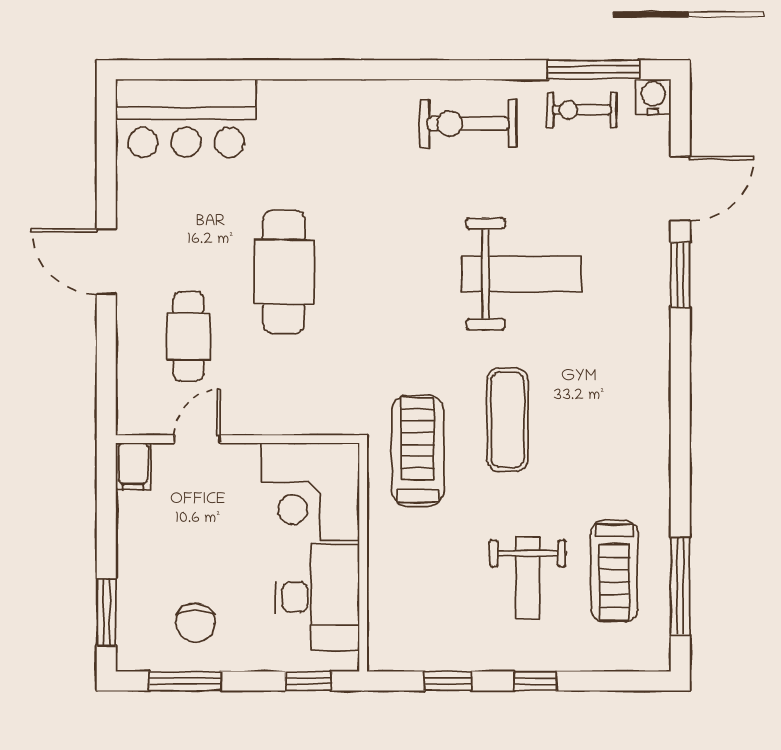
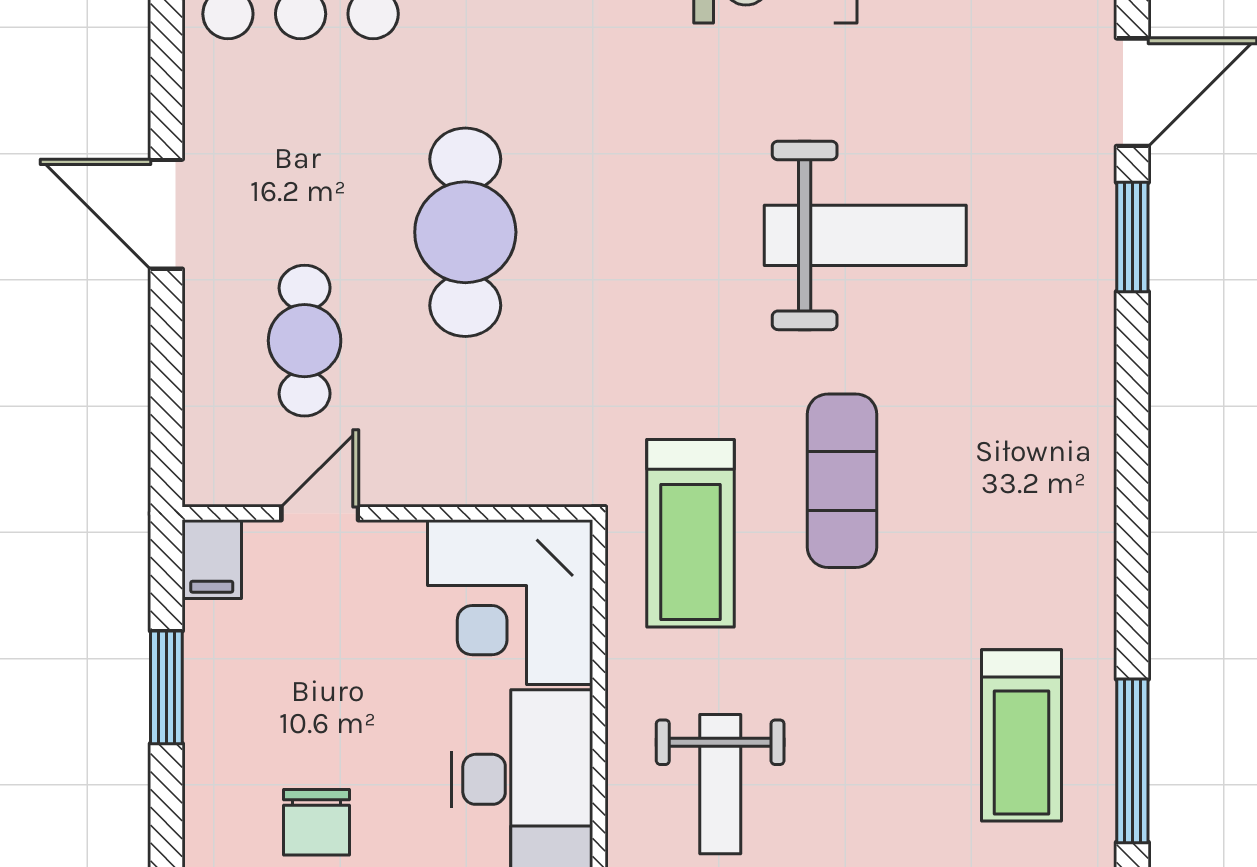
treadmill: (418, 451) -> (691, 533), turned 180
weight bench: (528, 578) -> (720, 784), moved
window: (106, 612) -> (166, 687), moved

